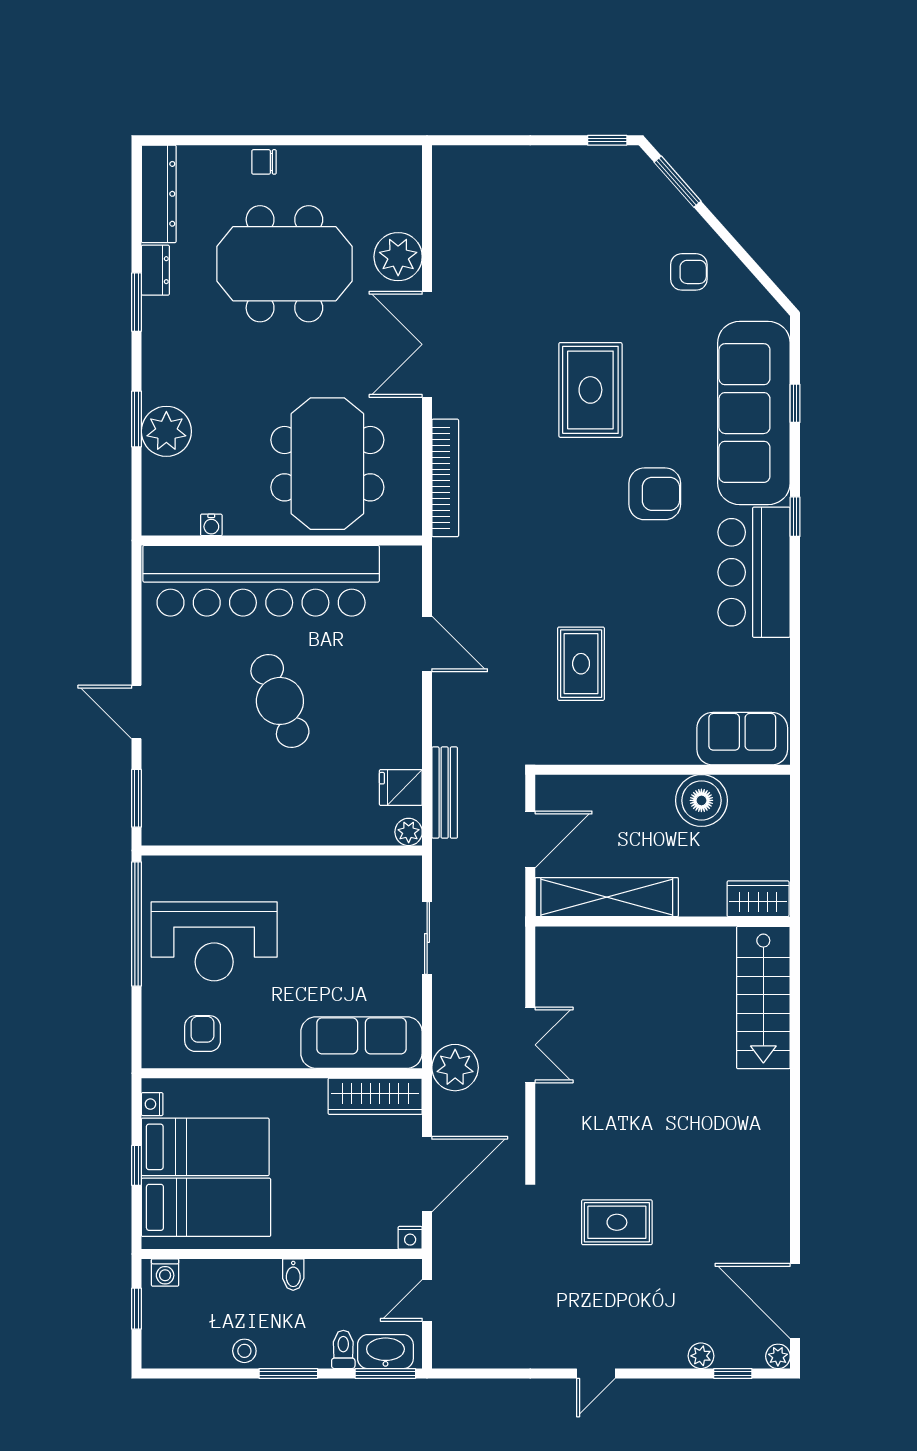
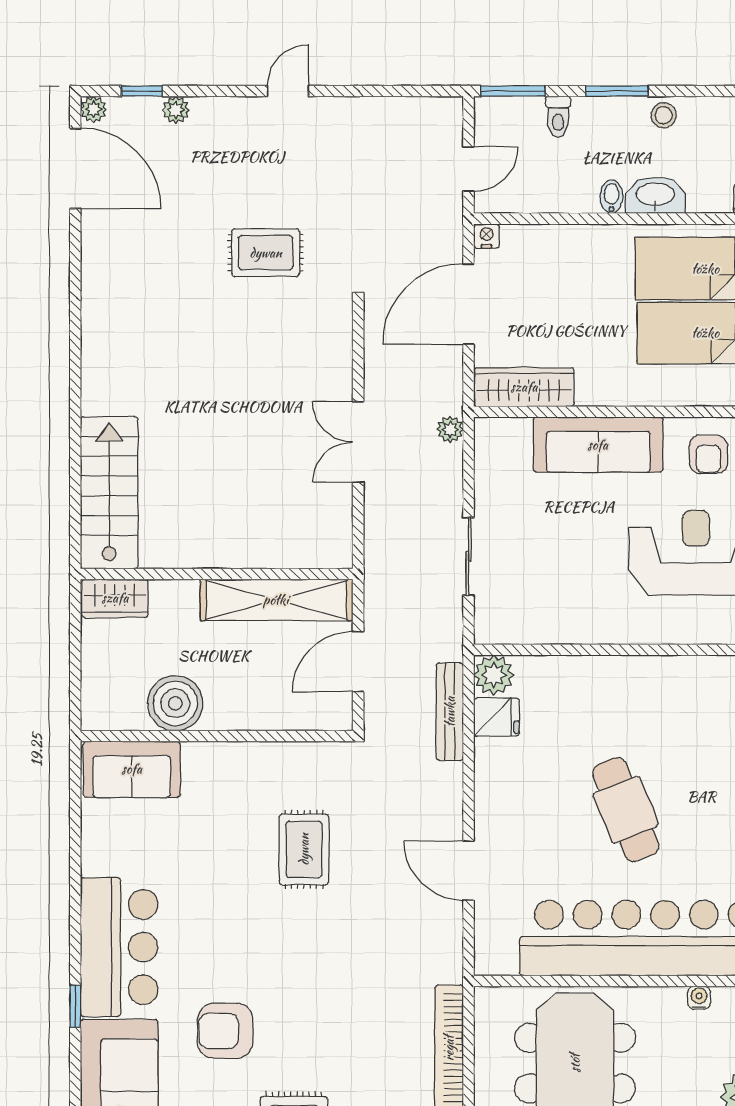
plant: (409, 832) -> (494, 675), width x1.38, depth x1.38
sofa: (361, 1043) -> (598, 445), moved
plant: (455, 1068) -> (450, 429), width x0.53, depth x0.53
washbasin: (385, 1352) -> (655, 195), moved, turned 180

